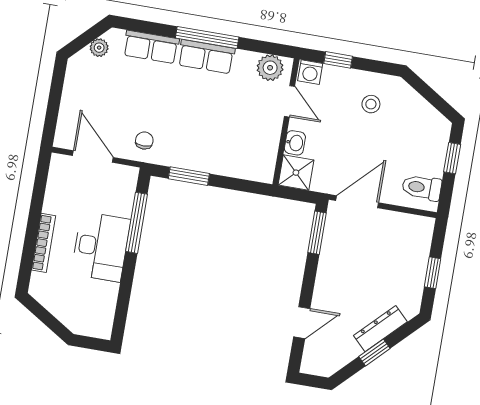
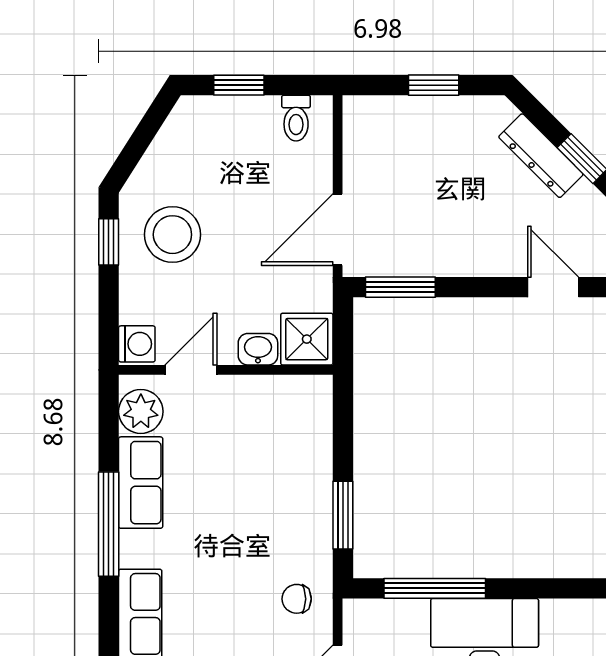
row of seats: (206, 57) -> (141, 483), moved
window: (338, 60) -> (109, 242), moved
stool: (371, 104) -> (172, 235), width x1.89, depth x1.89
toilet: (422, 188) -> (296, 118), width x0.73, depth x0.72
door: (357, 202) -> (338, 230), hinge flipped

